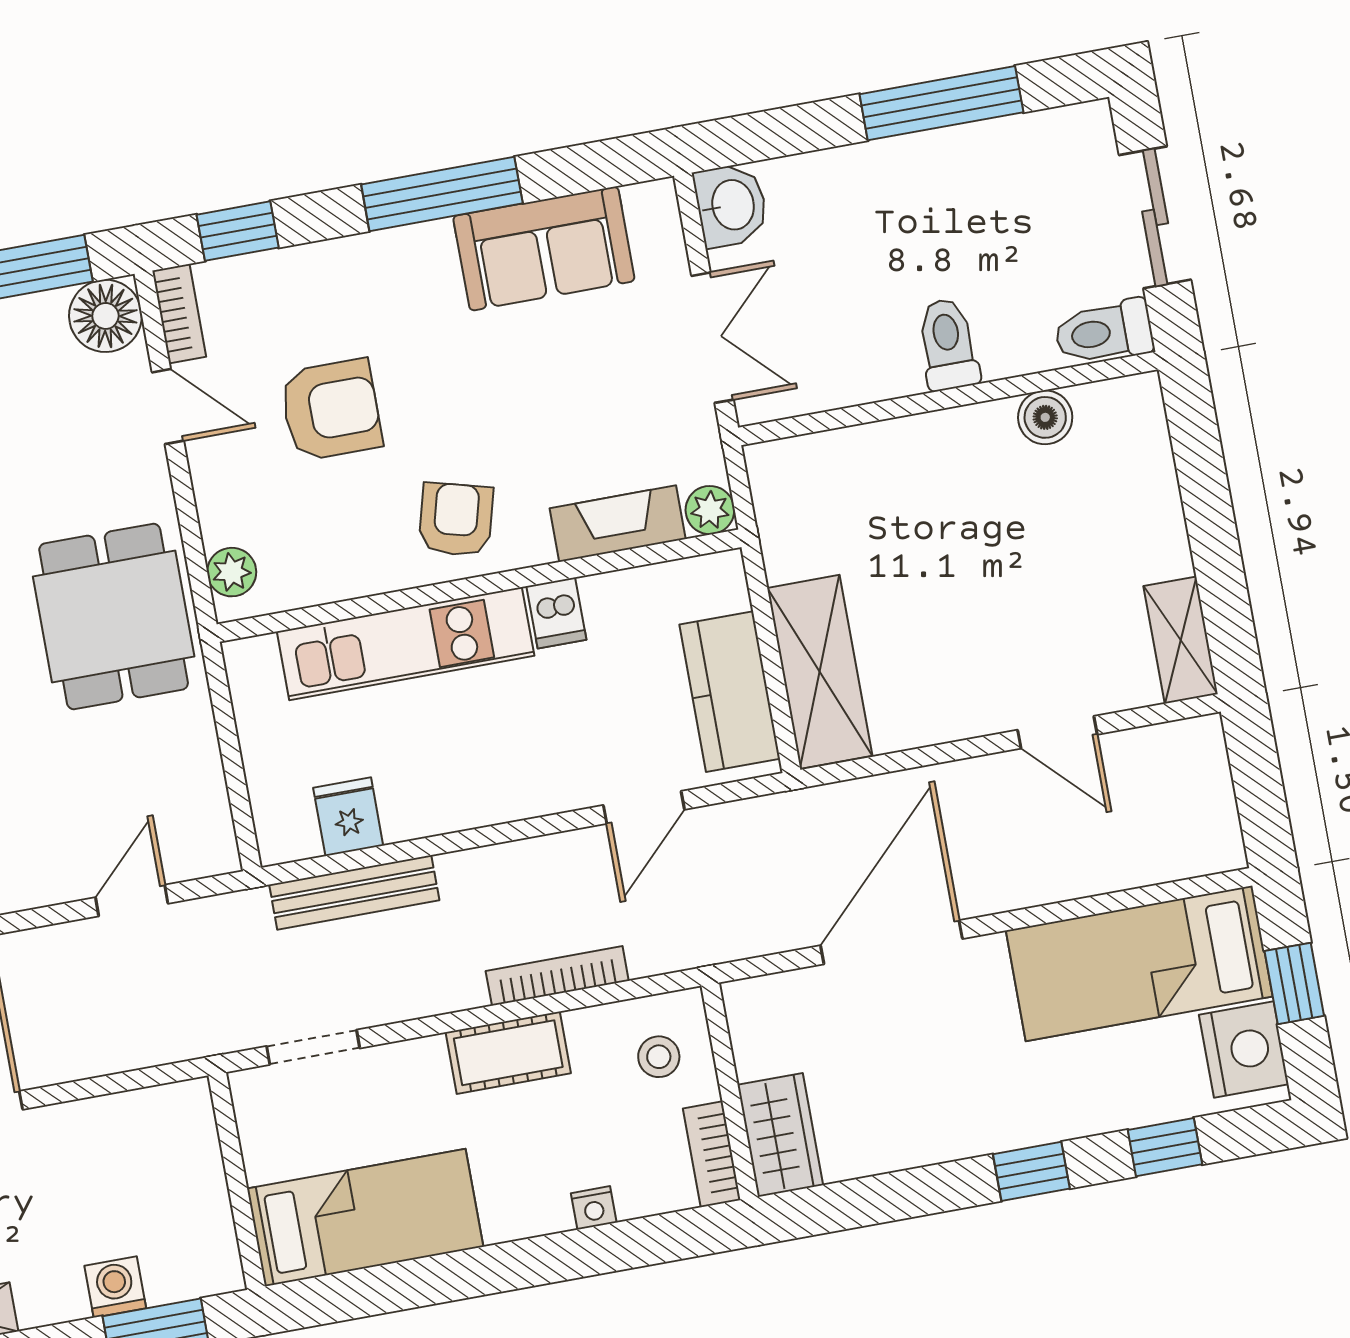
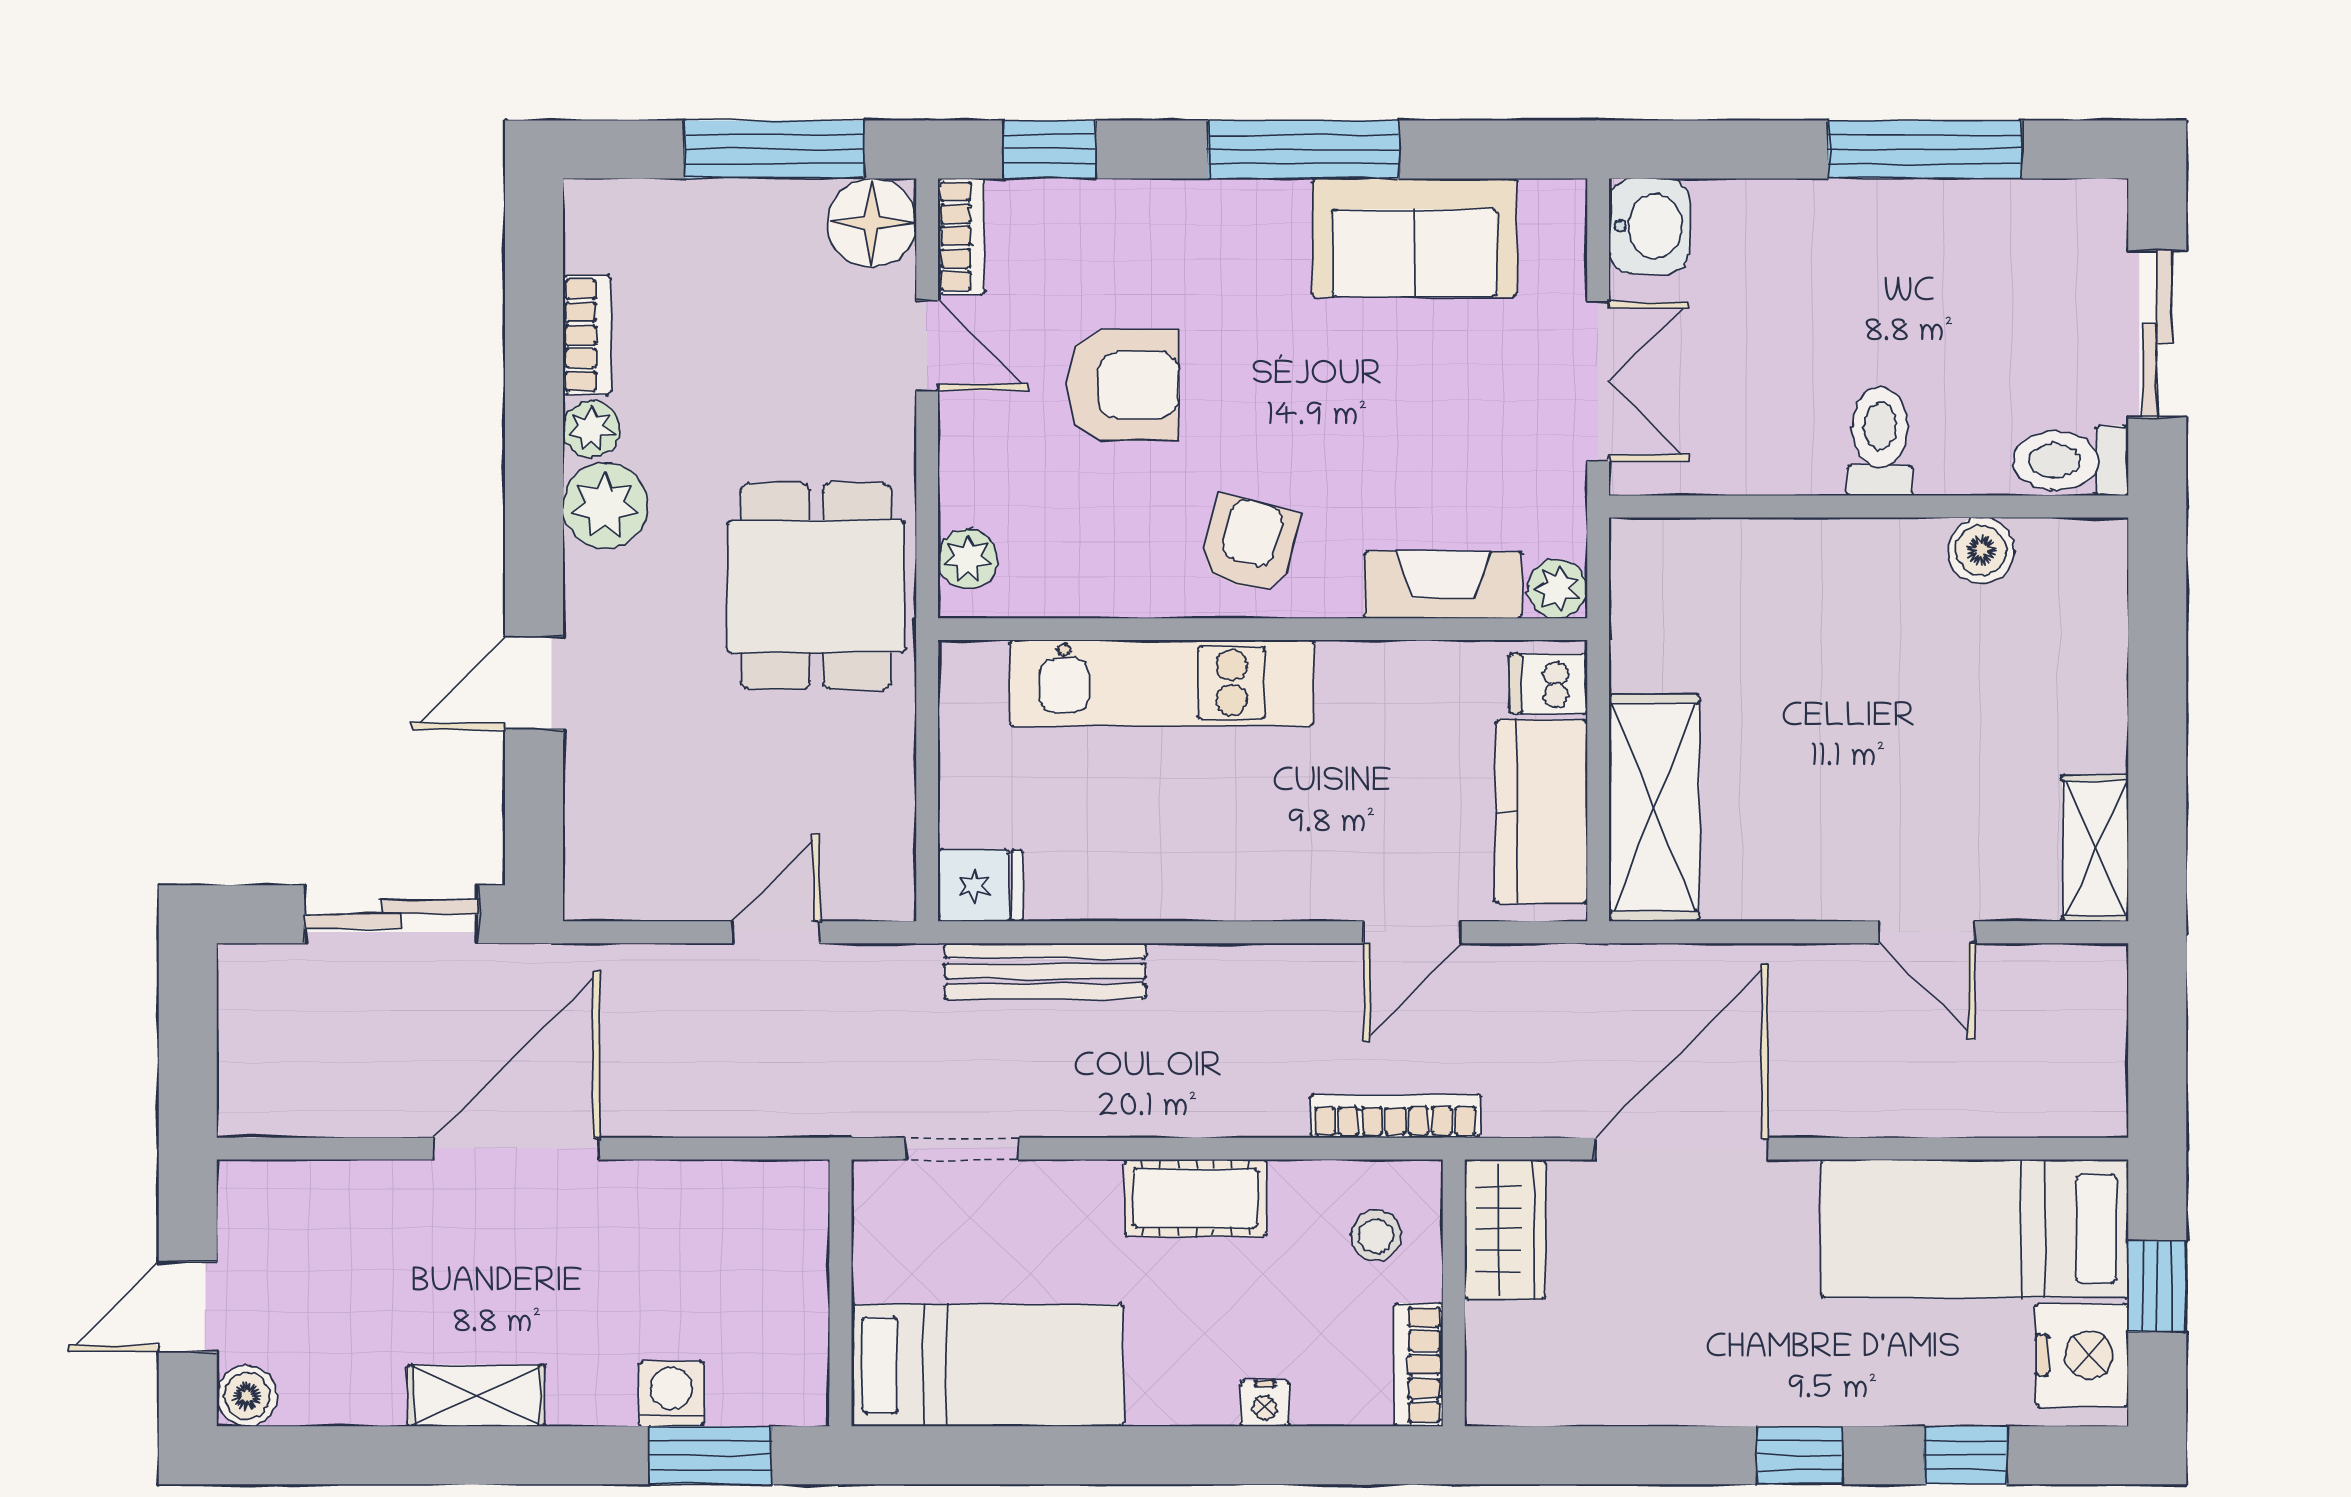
dishwasher: (556, 613) -> (1548, 684), moved, turned 90
fridge: (348, 817) -> (981, 886), moved, turned 90
bookcase: (557, 976) -> (1395, 1116), moved
wardrobe: (780, 1135) -> (1505, 1229), moved

